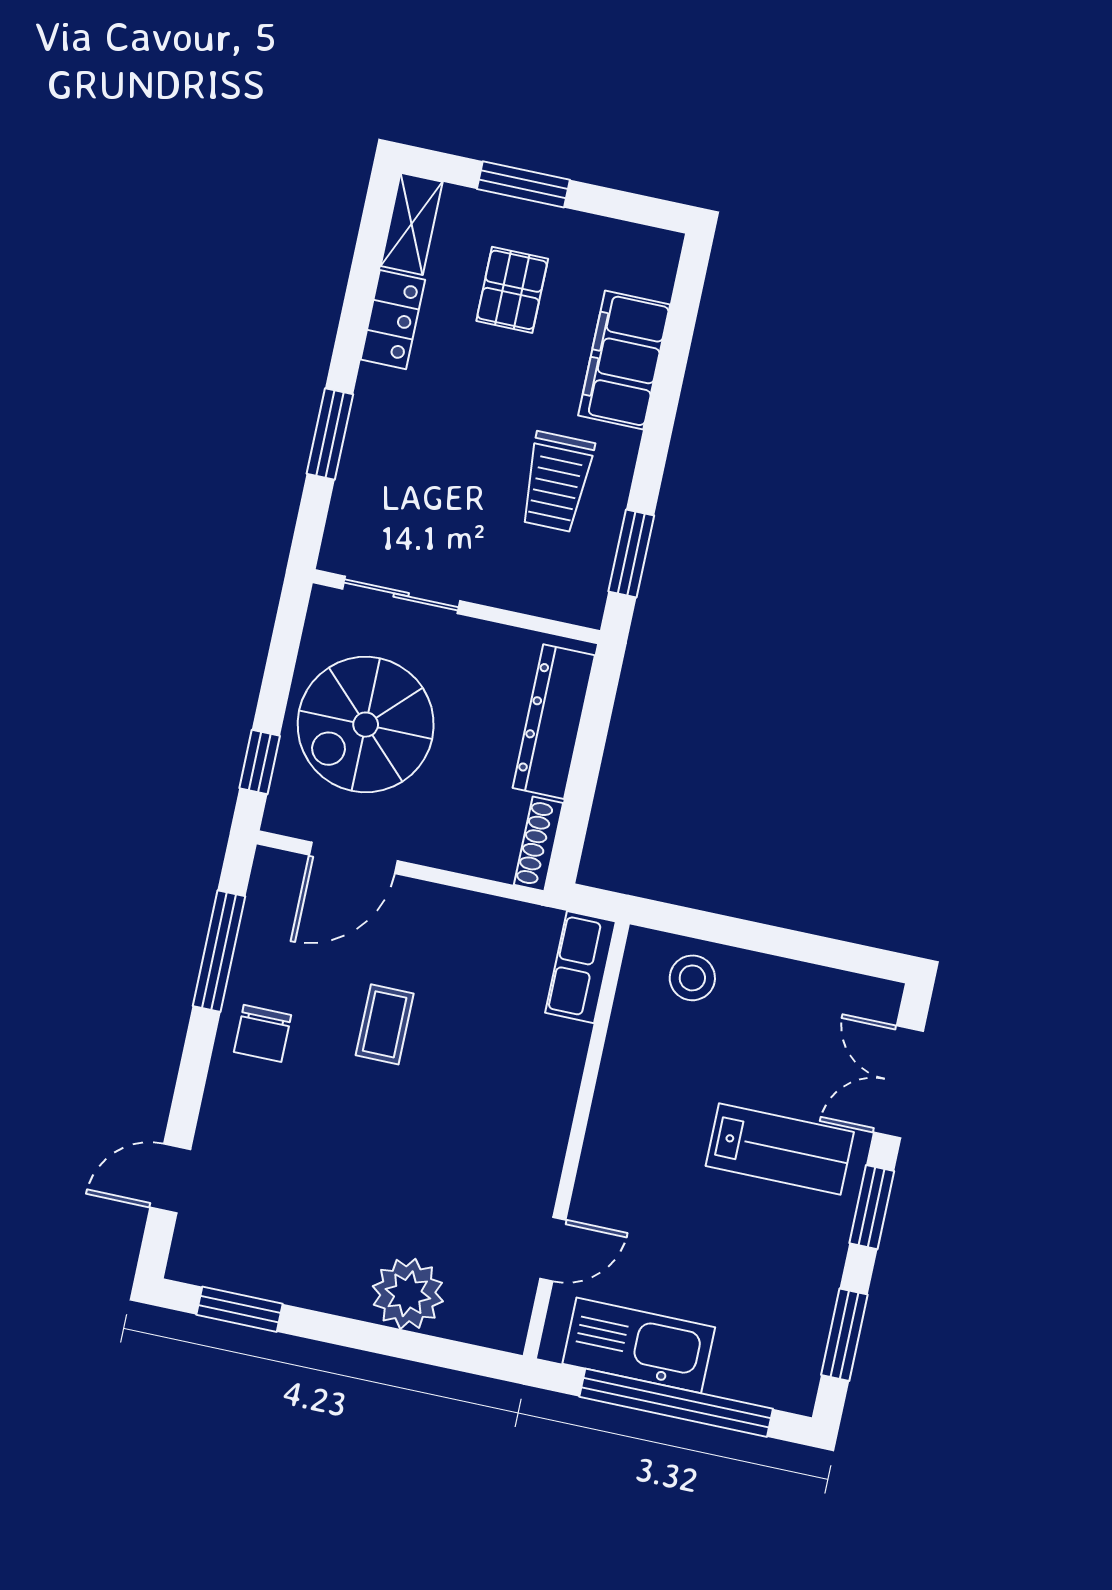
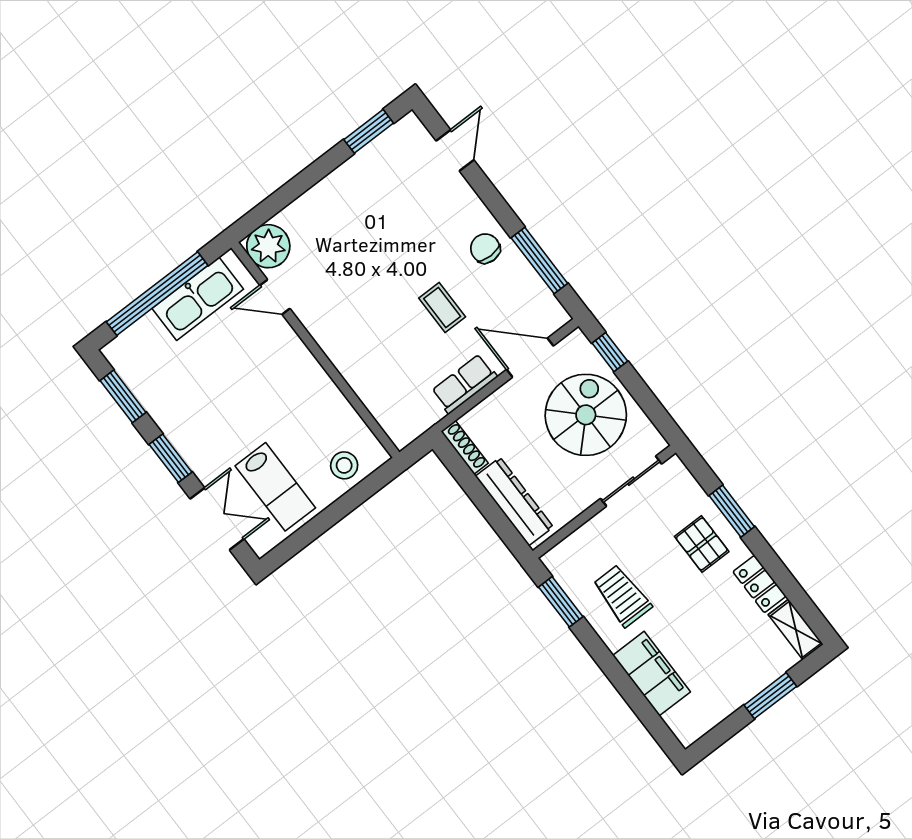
pallet: (512, 290) -> (702, 544), moved
door: (353, 858) -> (530, 358), hinge flipped
row of seats: (580, 967) -> (464, 384), moved, turned -90
lab bench: (780, 1149) -> (275, 487), moved, turned -90
door: (553, 1249) -> (275, 297), hinge flipped
plant: (408, 1294) -> (268, 246), moved

